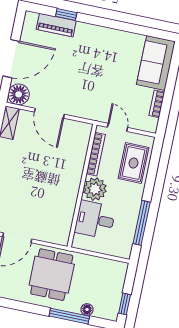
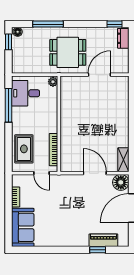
plant: (95, 189) -> (53, 82), moved, width x0.53, depth x0.53
desk: (95, 220) -> (26, 93), moved, turned 180
dining table: (52, 275) -> (68, 52), turned 90
floor lamp: (87, 310) -> (18, 32), moved

